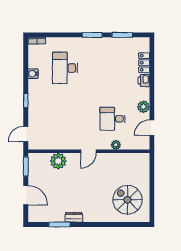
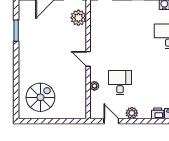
plant: (58, 161) -> (78, 18), moved
dresser: (74, 217) -> (23, 45), removed

